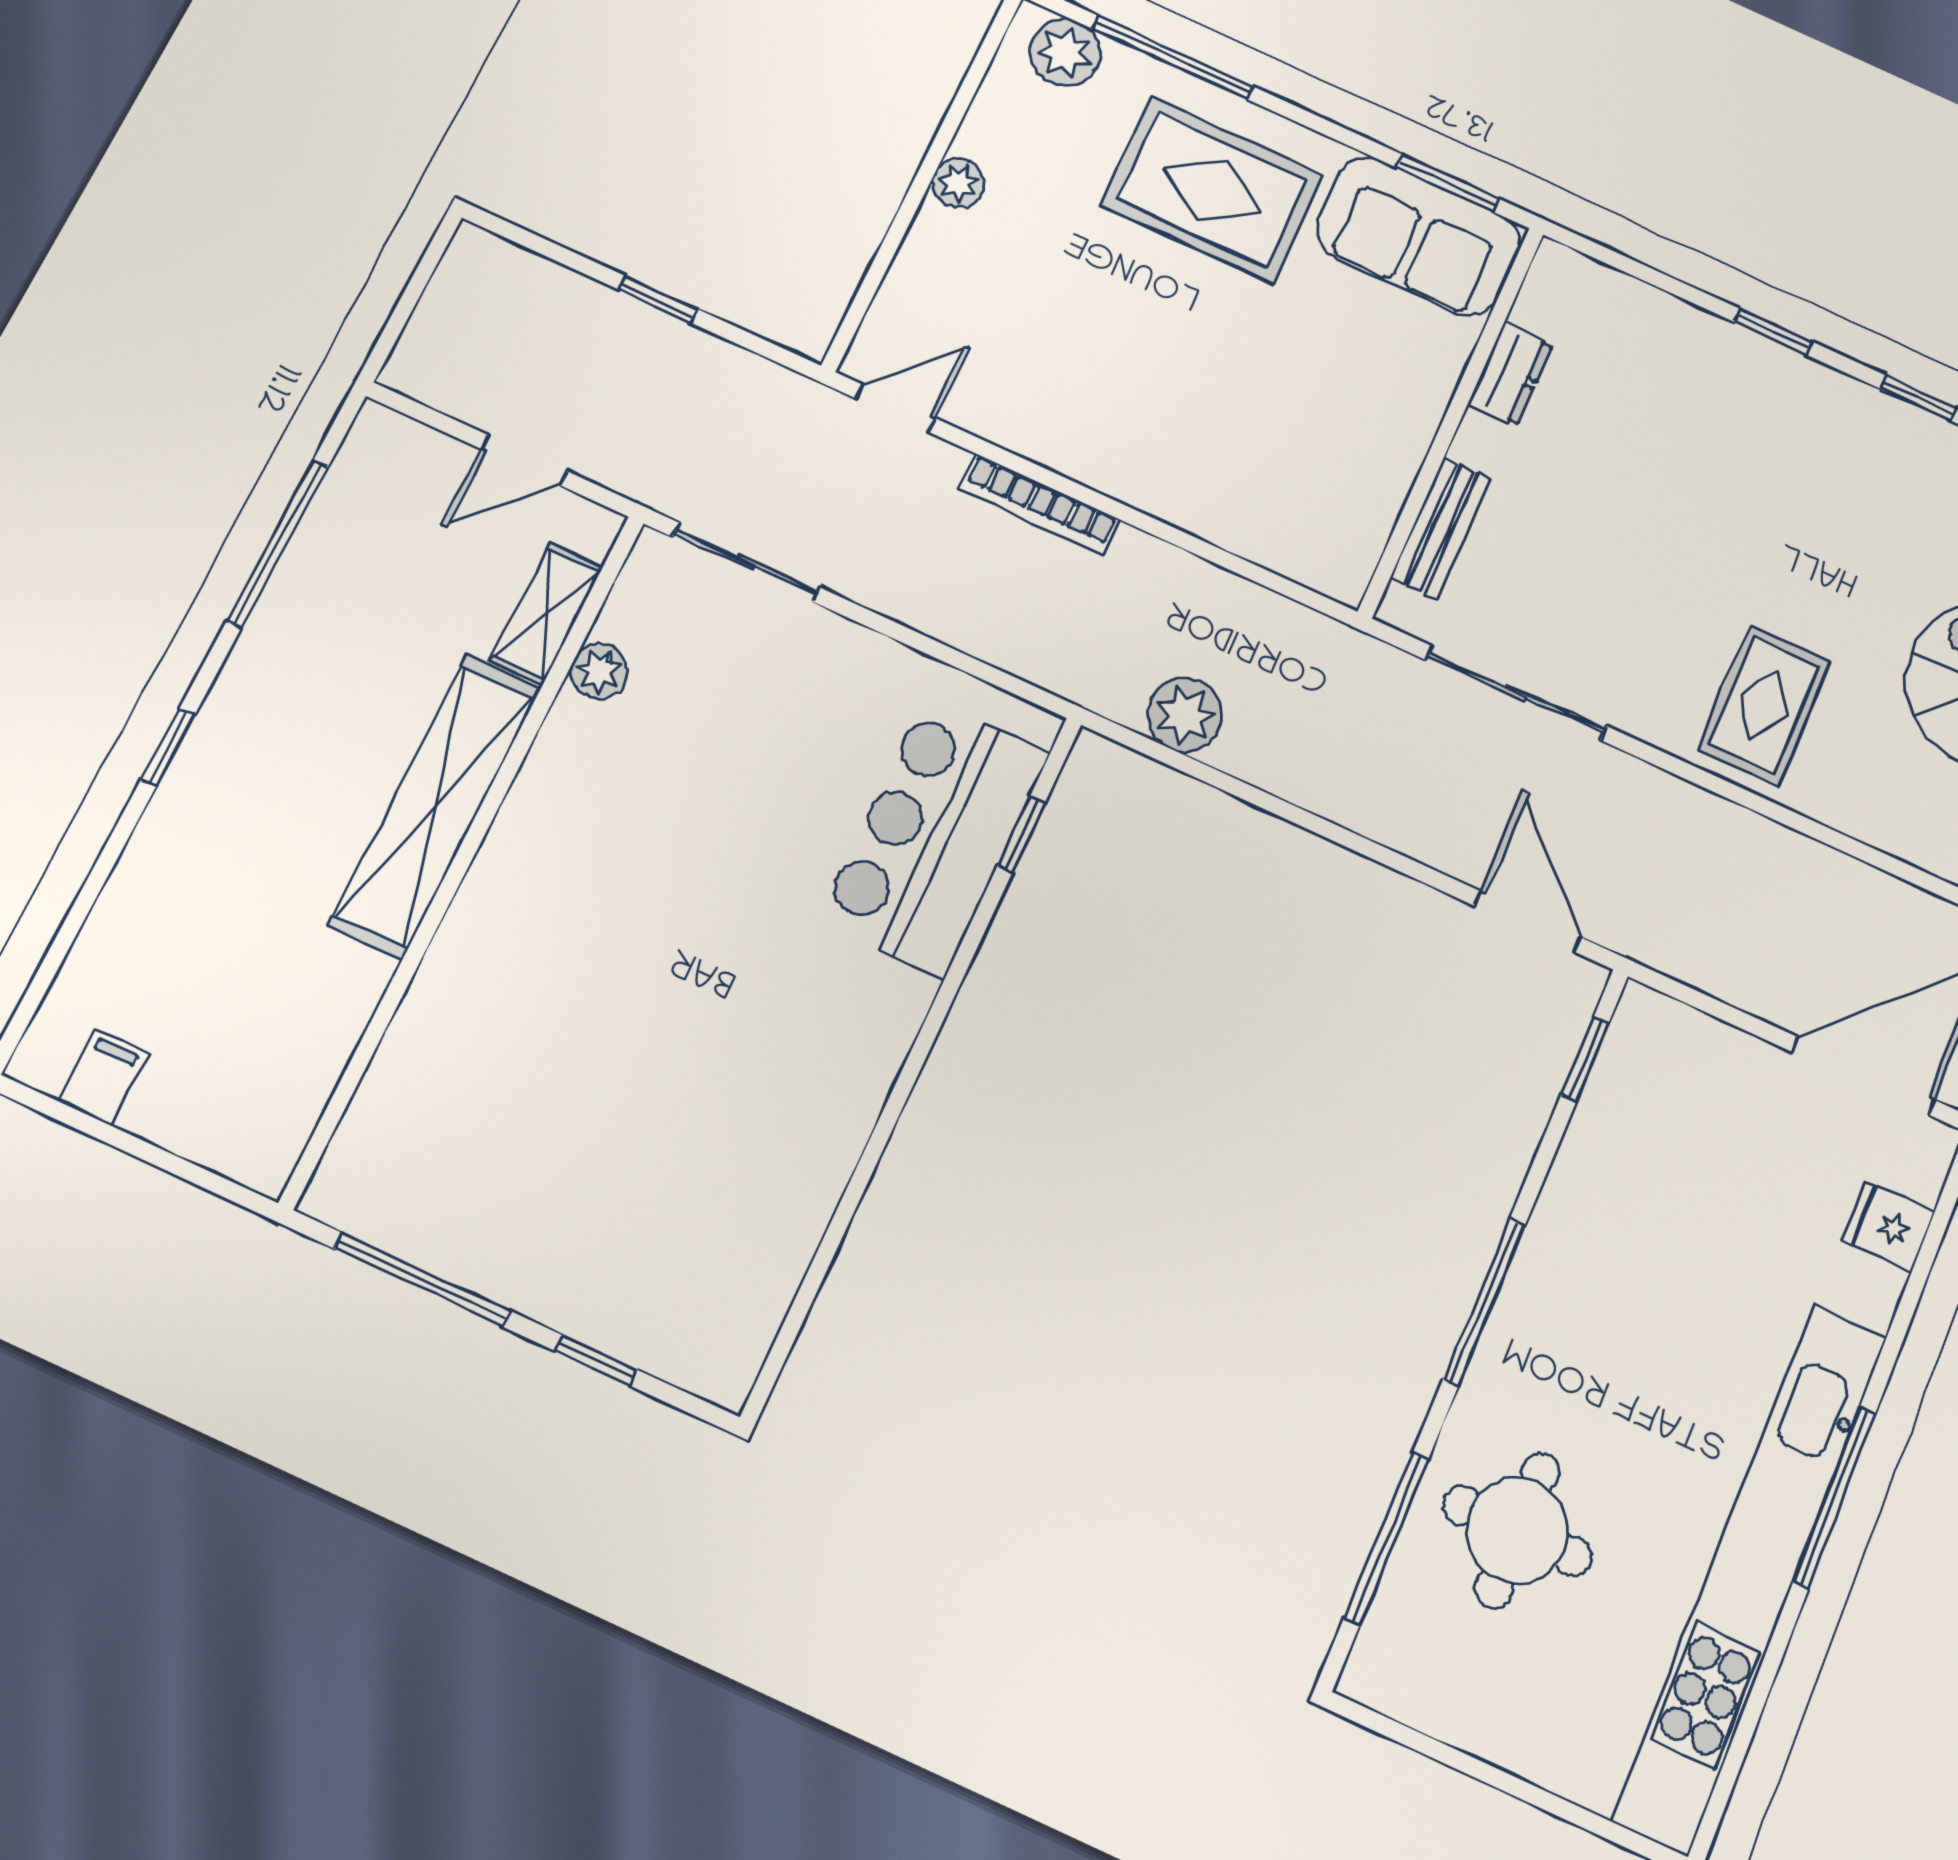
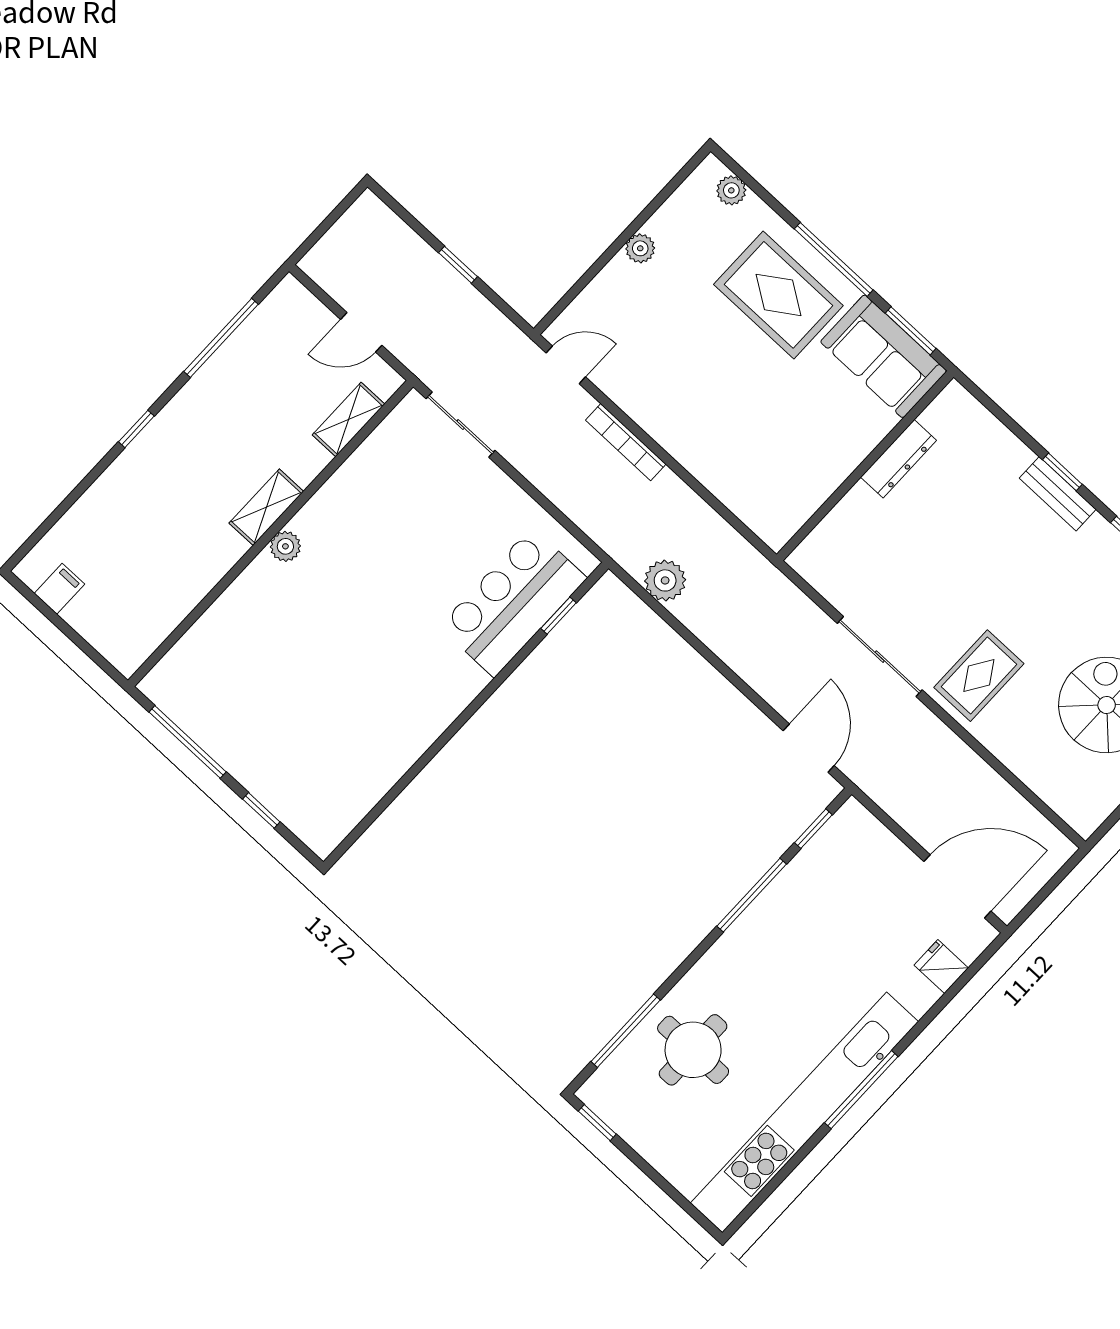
plant: (1065, 53) -> (731, 190), width x0.73, depth x0.73
window: (1173, 58) -> (834, 259), moved
dresser: (1510, 374) -> (899, 459), width x1.44
bench: (1441, 528) -> (1058, 494), moved, turned 90
plant: (599, 671) -> (285, 546), moved
sliding door: (1516, 693) -> (880, 657), moved
shelving: (435, 806) -> (266, 507), width x0.45, depth x0.75
window: (1484, 1302) -> (752, 895), moved
window: (1394, 1730) -> (597, 1123), added

